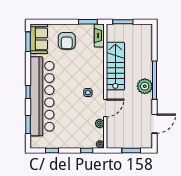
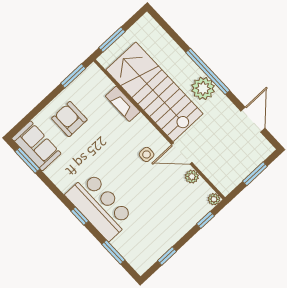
fireplace: (99, 36) -> (123, 104), moved
armchair: (67, 41) -> (69, 119), turned 180
stairs: (115, 66) -> (154, 92), width x1.36, depth x1.51
bar counter: (42, 96) -> (100, 206), width x0.54
door: (105, 108) -> (182, 154), swing flipped

